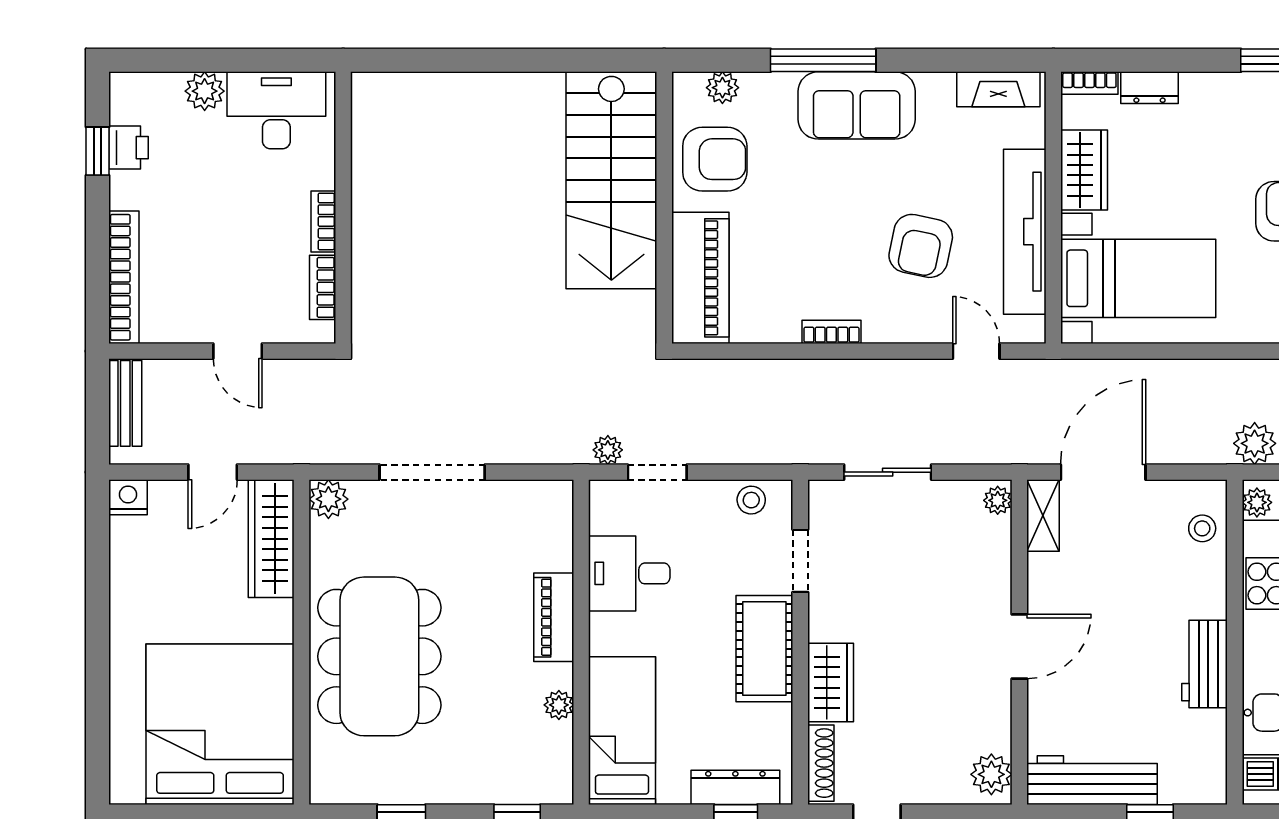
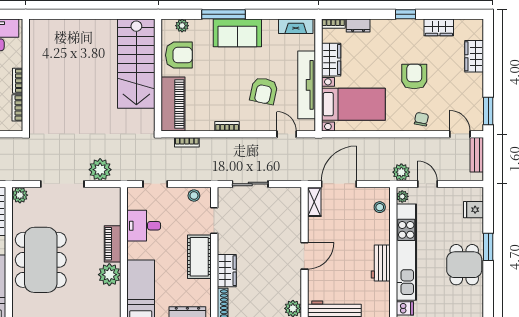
bookcase: (734, 371) -> (187, 142), added
plant: (608, 450) -> (100, 170), moved, width x1.88, depth x1.88
plant: (998, 500) -> (295, 196), removed
plant: (559, 705) -> (109, 275), width x1.87, depth x1.87

